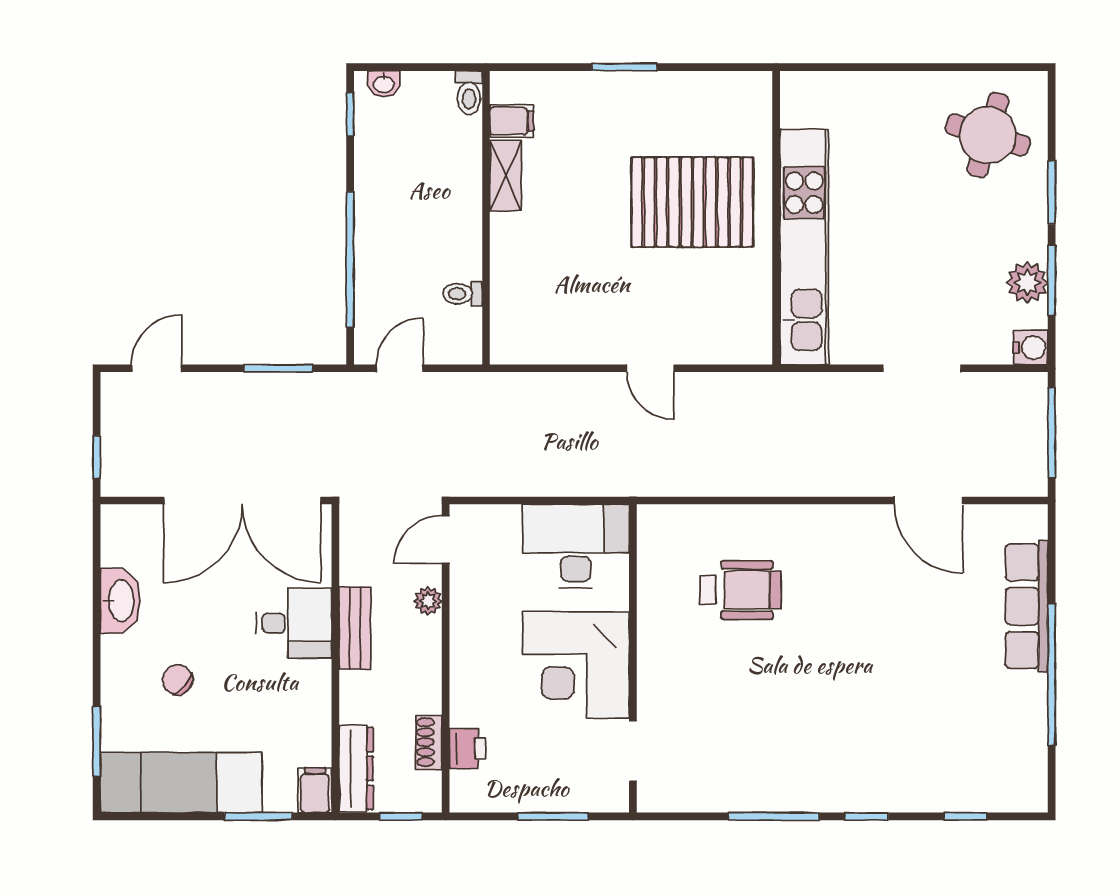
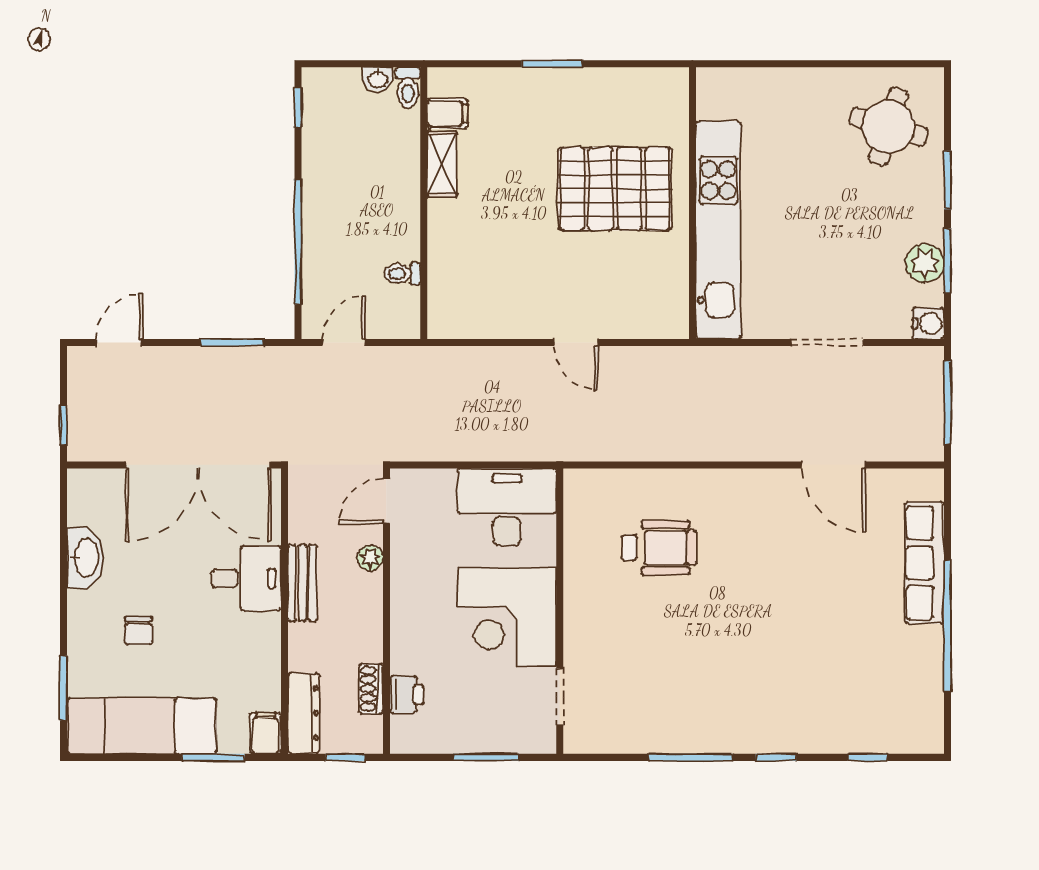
washbasin: (384, 84) -> (378, 79), moved
chair: (178, 680) -> (138, 631), turned -130

